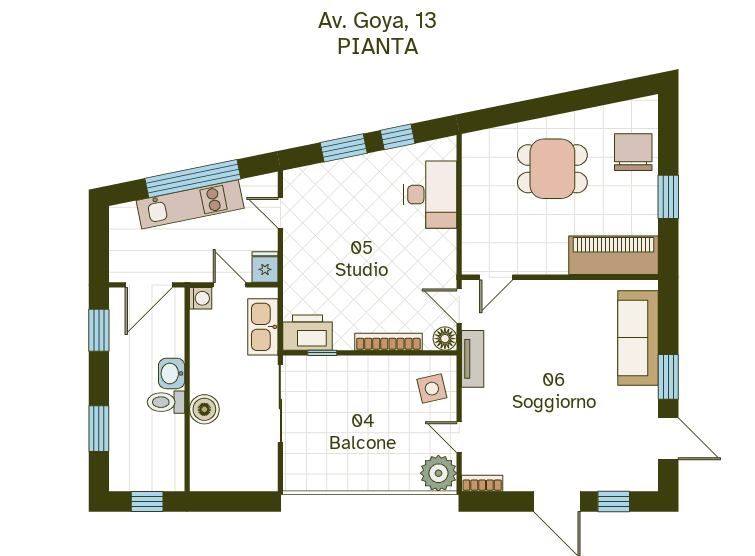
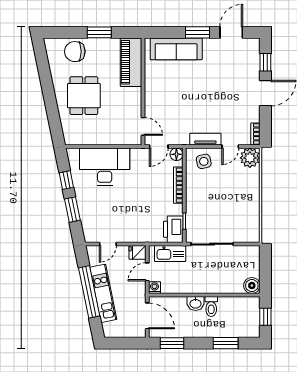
desk: (430, 195) -> (105, 167), width x1.36, depth x1.30
tv unit: (473, 359) -> (205, 139), moved
boiler: (204, 409) -> (252, 286), moved

